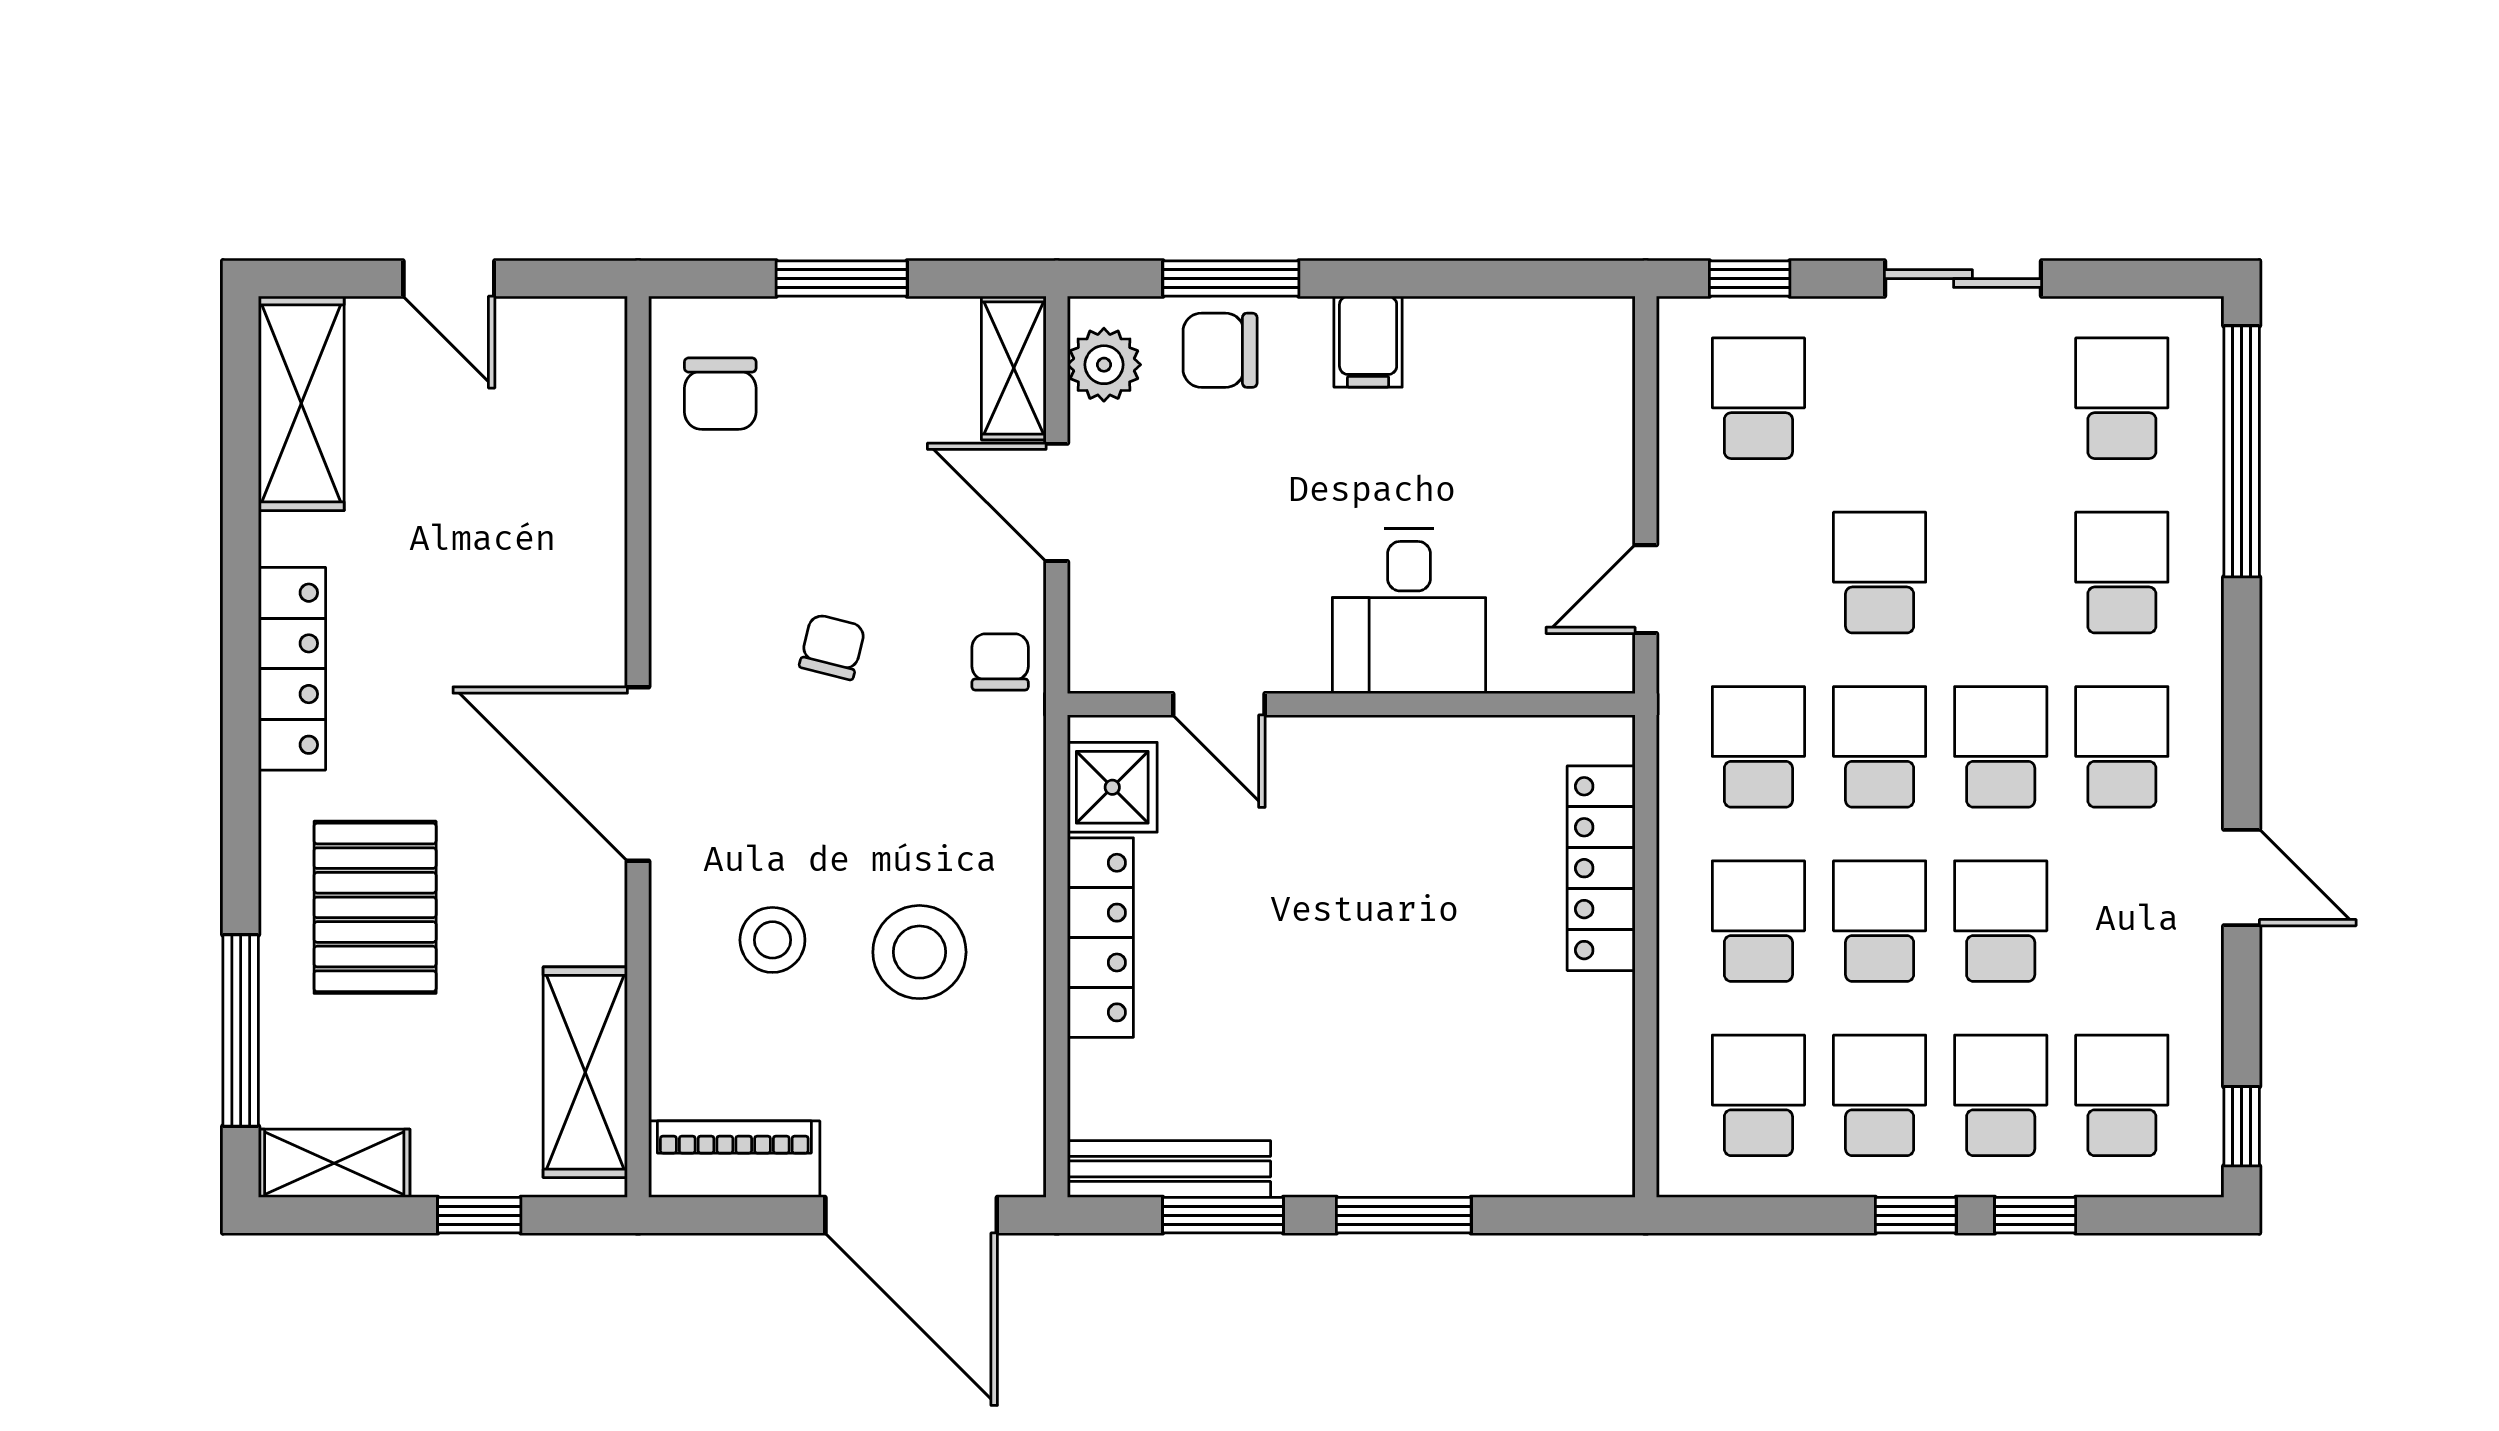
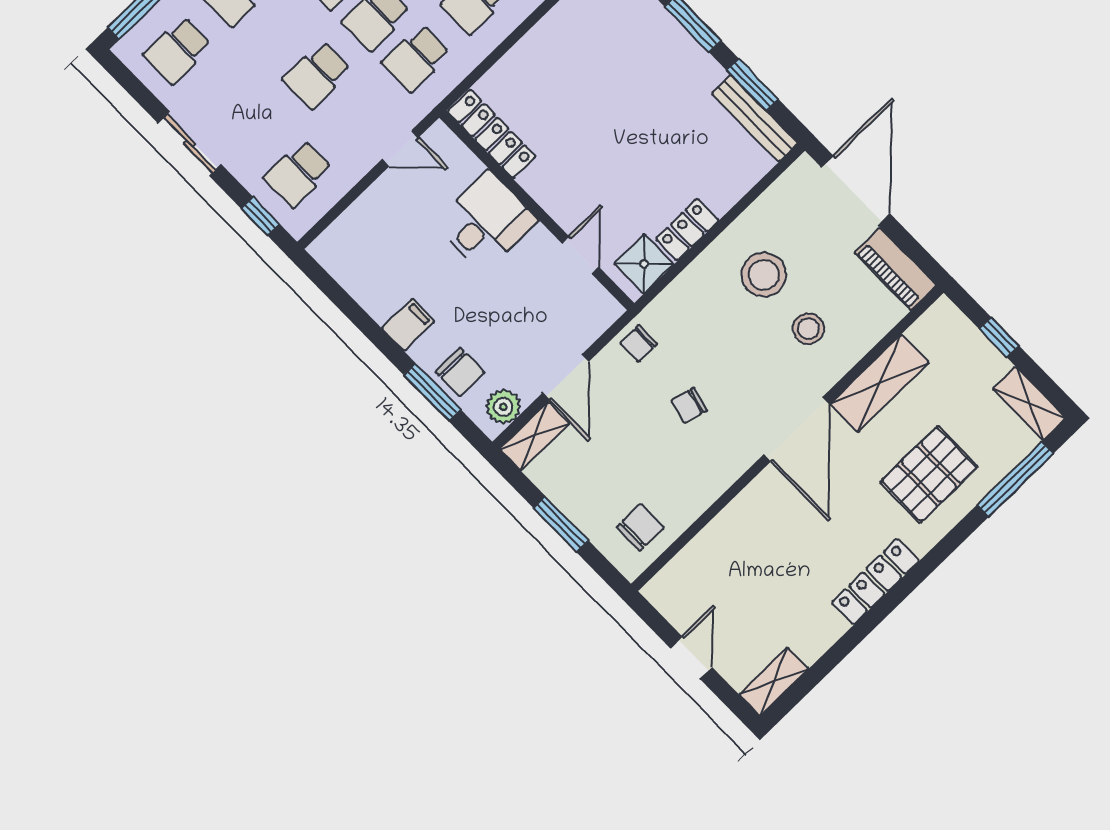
shelving: (301, 403) -> (774, 682), width x0.67, depth x0.75
locker: (1601, 868) -> (492, 134), moved, turned -90
locker: (1100, 938) -> (687, 230), width x0.66
shelving: (585, 1072) -> (880, 383), moved

